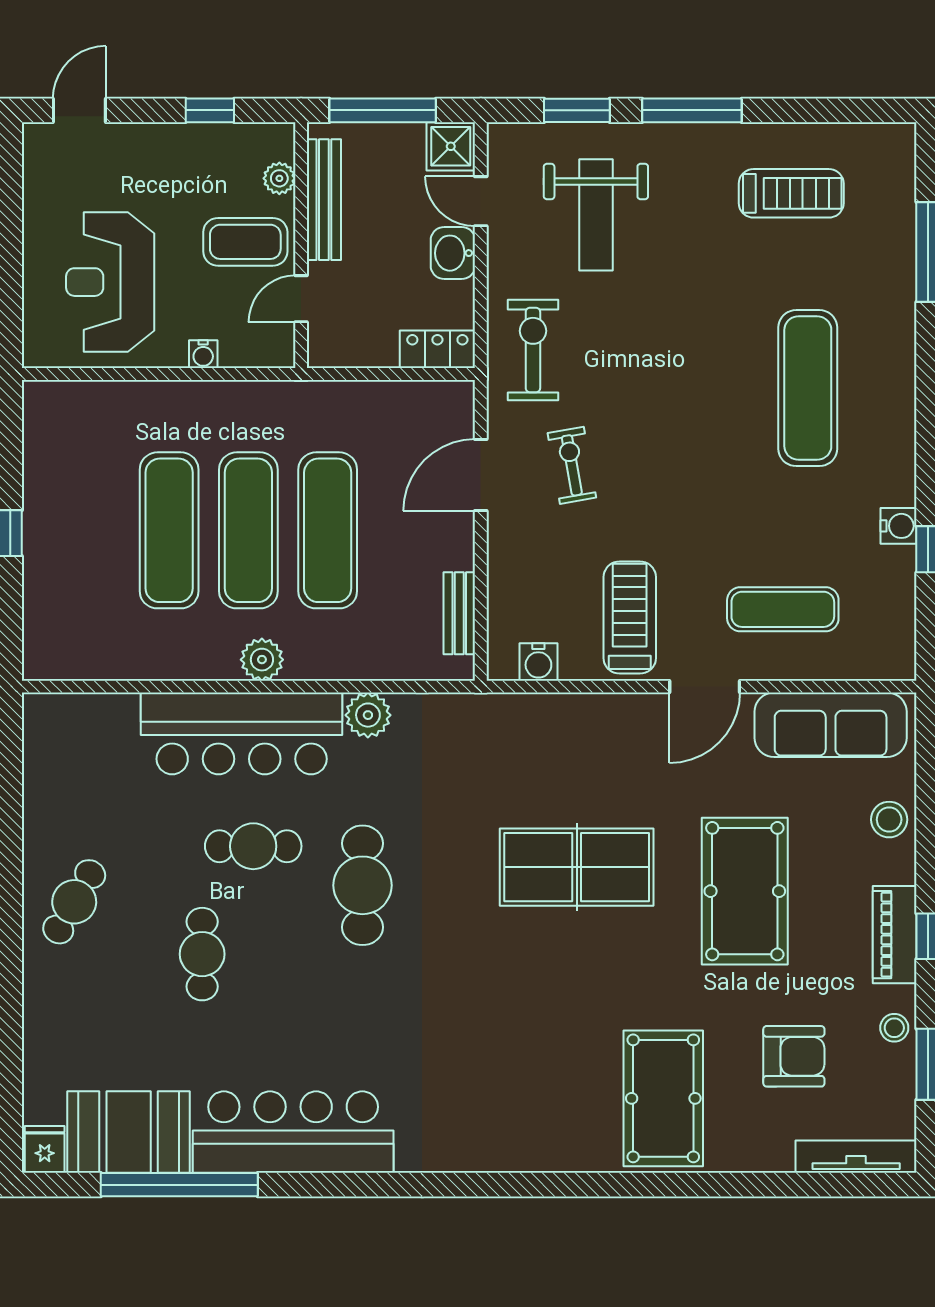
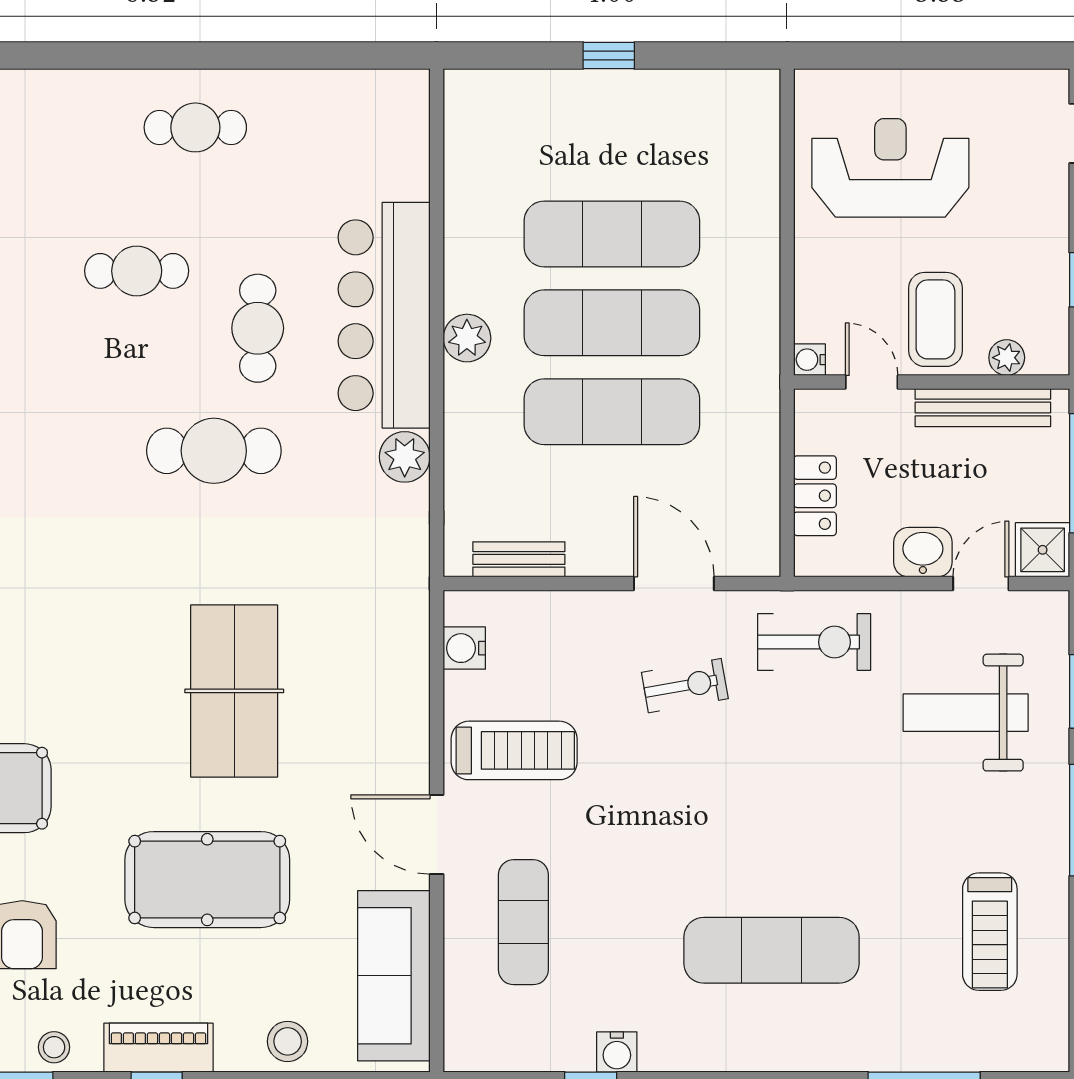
locker: (437, 349) -> (815, 496), moved
water cooler: (203, 354) -> (809, 360), moved
cafe table: (74, 902) -> (195, 127), turned -30

